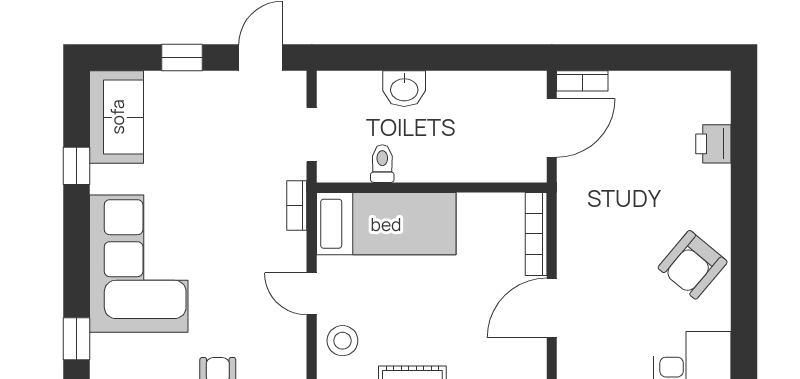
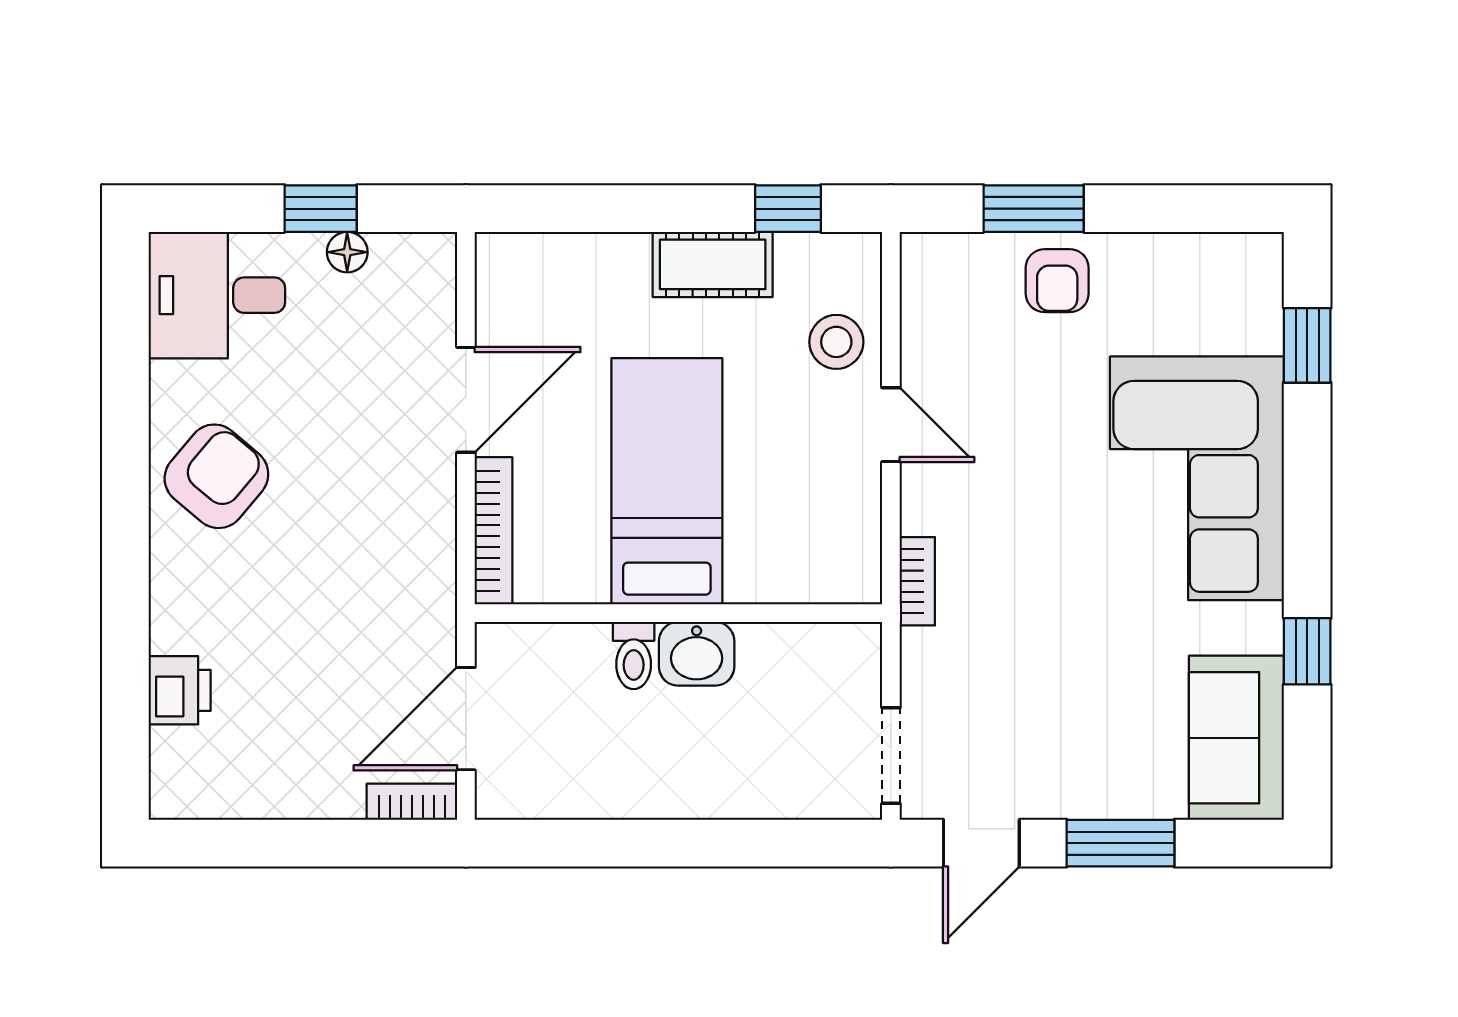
window: (182, 58) -> (1120, 843), width x1.50
washbasin: (404, 89) -> (697, 654), moved, turned 180
doorway: (312, 135) -> (891, 756), moved
toilet: (382, 164) -> (634, 656), moved
bed: (386, 224) -> (667, 481), moved, turned 90

